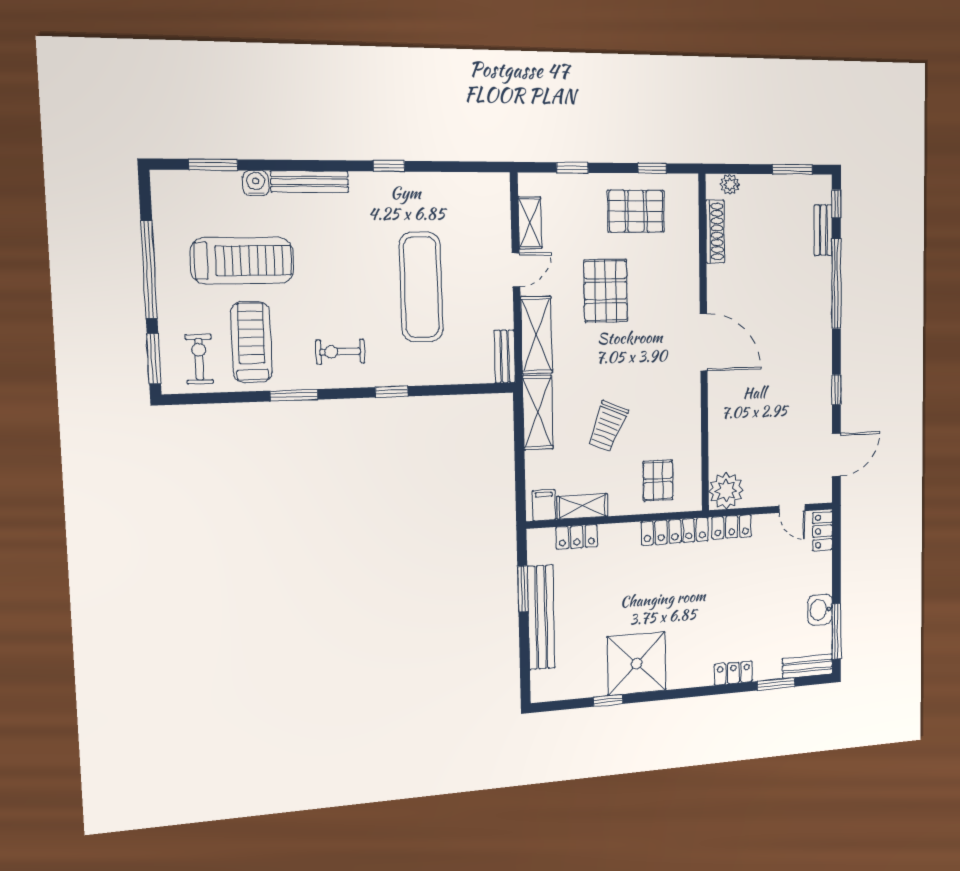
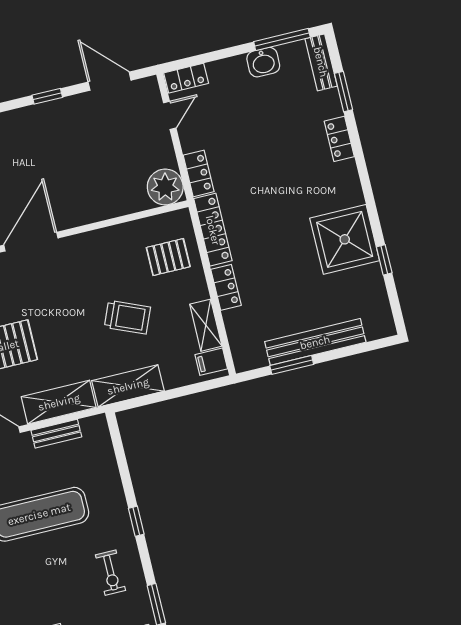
bench: (505, 356) -> (56, 434), moved
locker: (577, 537) -> (226, 287), moved

